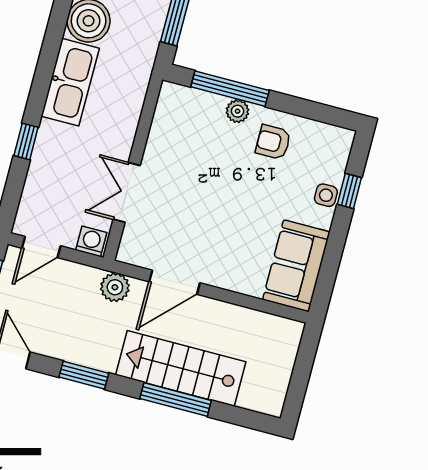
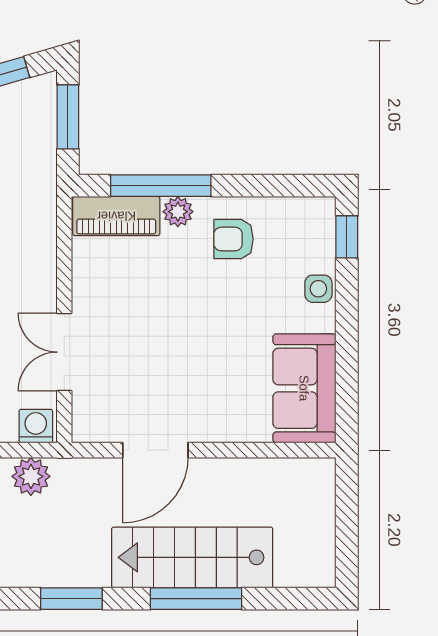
piano: (191, 102) -> (116, 216), added
window: (349, 191) -> (347, 237), moved
plant: (115, 287) -> (31, 476), moved

